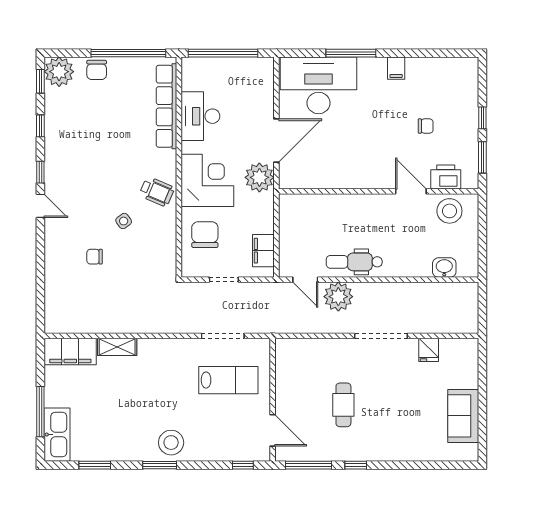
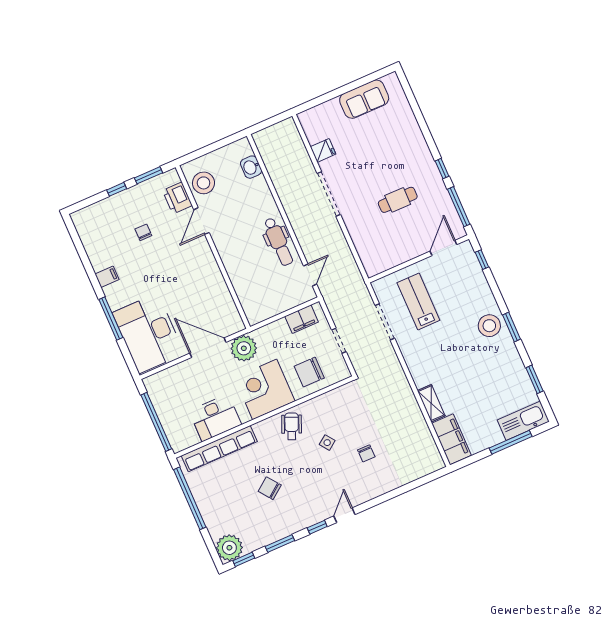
chair: (97, 70) -> (270, 488), moved, turned -127
window: (40, 126) -> (280, 544), width x1.50
plant: (338, 297) -> (312, 242), removed

